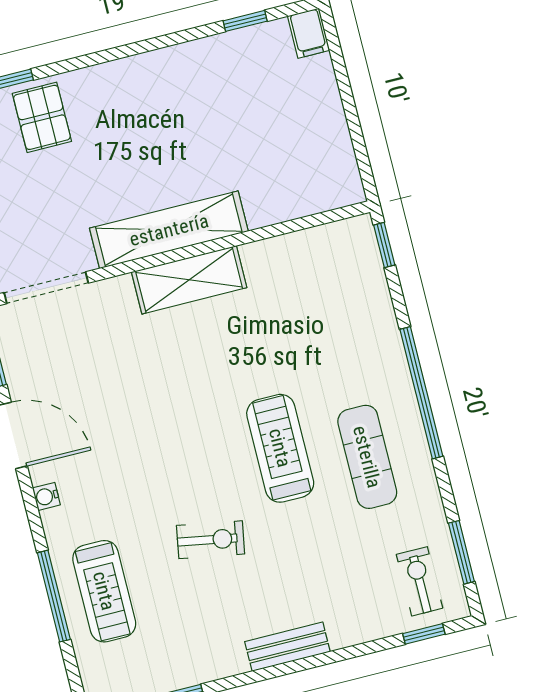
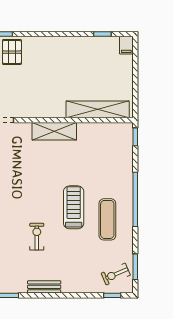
shelving: (169, 230) -> (98, 109), moved
exercise bike: (211, 540) -> (37, 237), turned -100
exercise bike: (420, 581) -> (116, 274), turned -113
bench: (287, 647) -> (44, 287), moved

